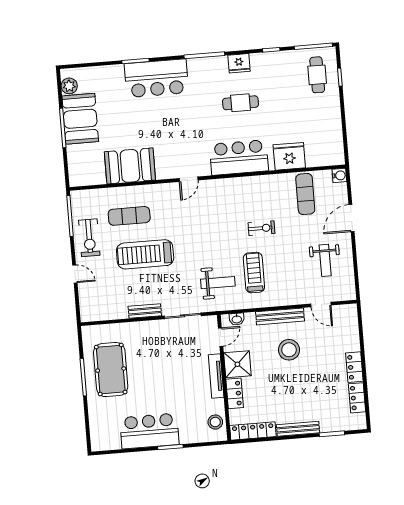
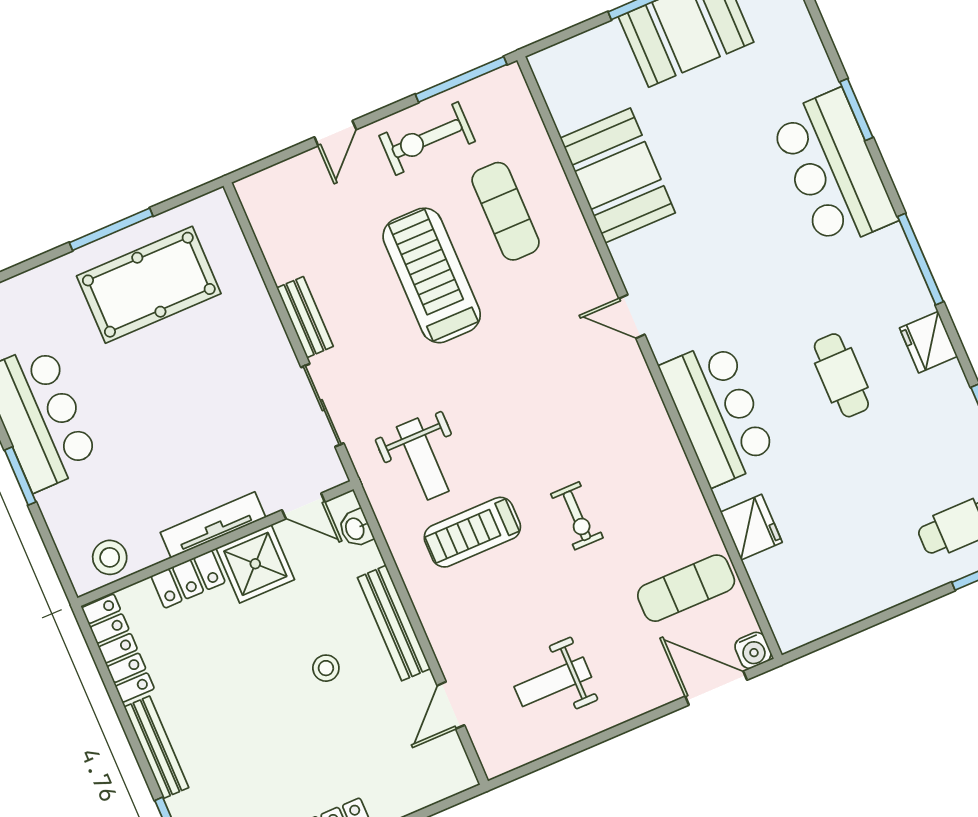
fridge: (289, 156) -> (751, 527), width x0.73, depth x0.75
door: (351, 218) -> (716, 688), moved
treadmill: (254, 273) -> (472, 532), turned 180
stool: (289, 350) -> (326, 668), width x0.53, depth x0.53

